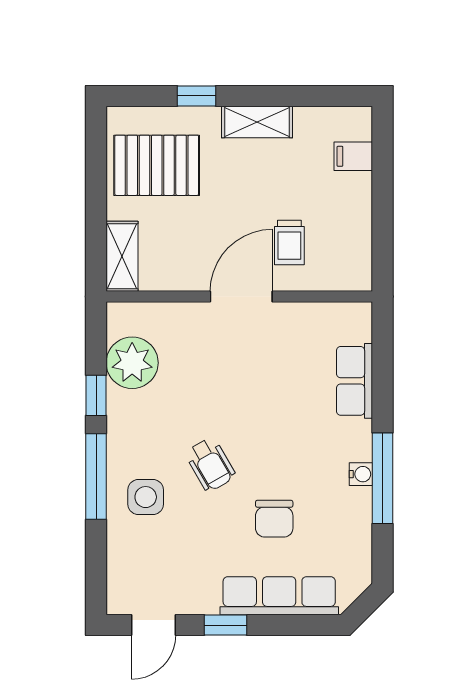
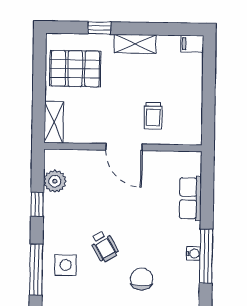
filing cabinet: (353, 156) -> (192, 44), moved
door: (241, 296) -> (124, 147), swing flipped
plant: (132, 363) -> (55, 181), width x0.73, depth x0.73
window: (96, 477) -> (36, 270), moved
chair: (274, 519) -> (142, 279), turned 180

